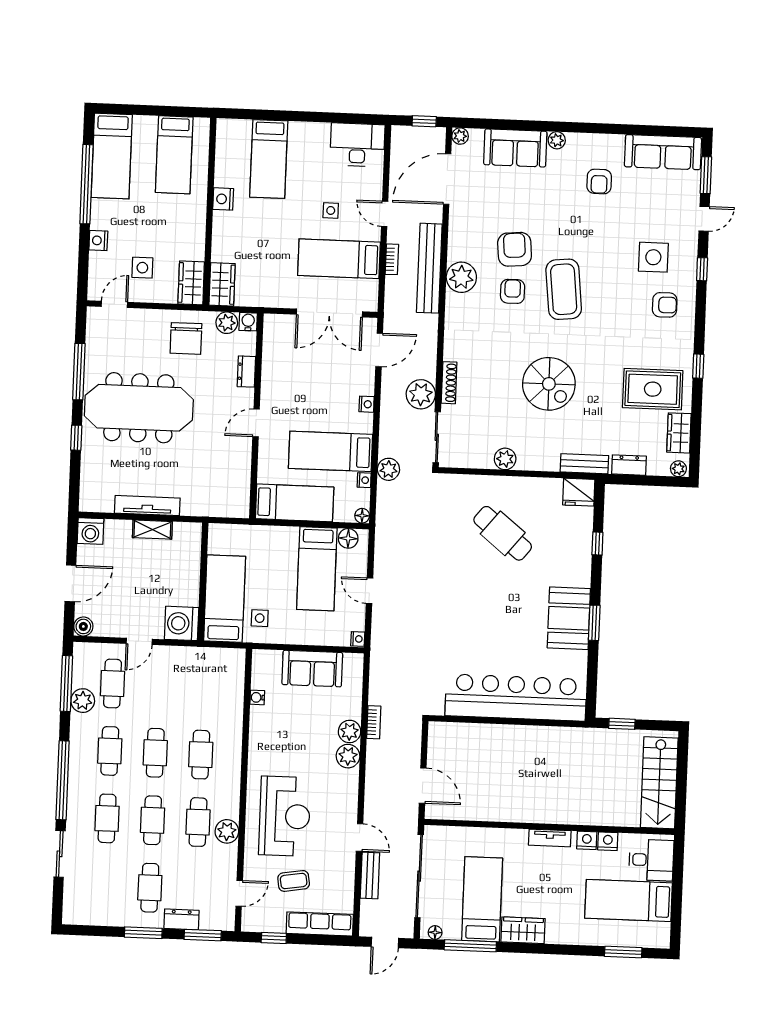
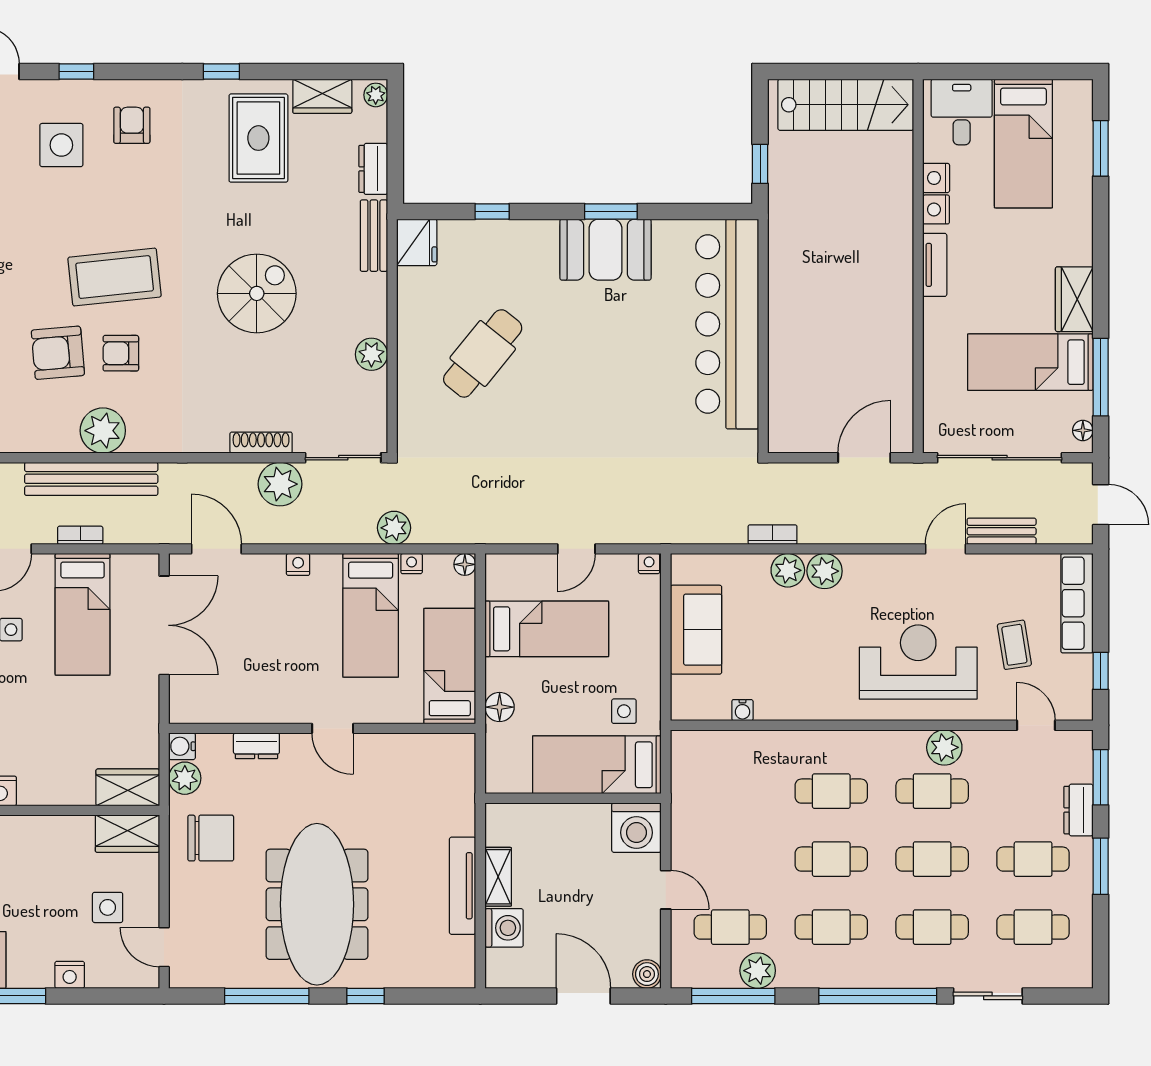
washing machine: (90, 531) -> (504, 928), moved
floor lamp: (348, 538) -> (500, 707), moved
cafe table: (104, 886) -> (1033, 927), added

